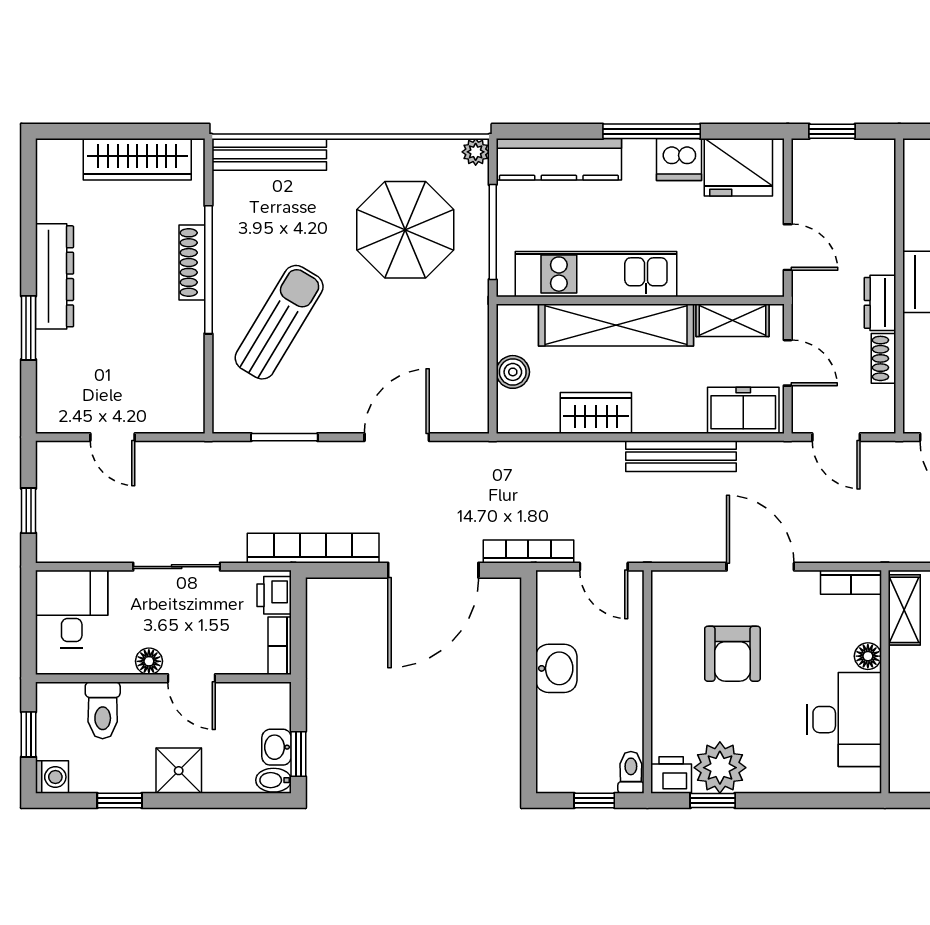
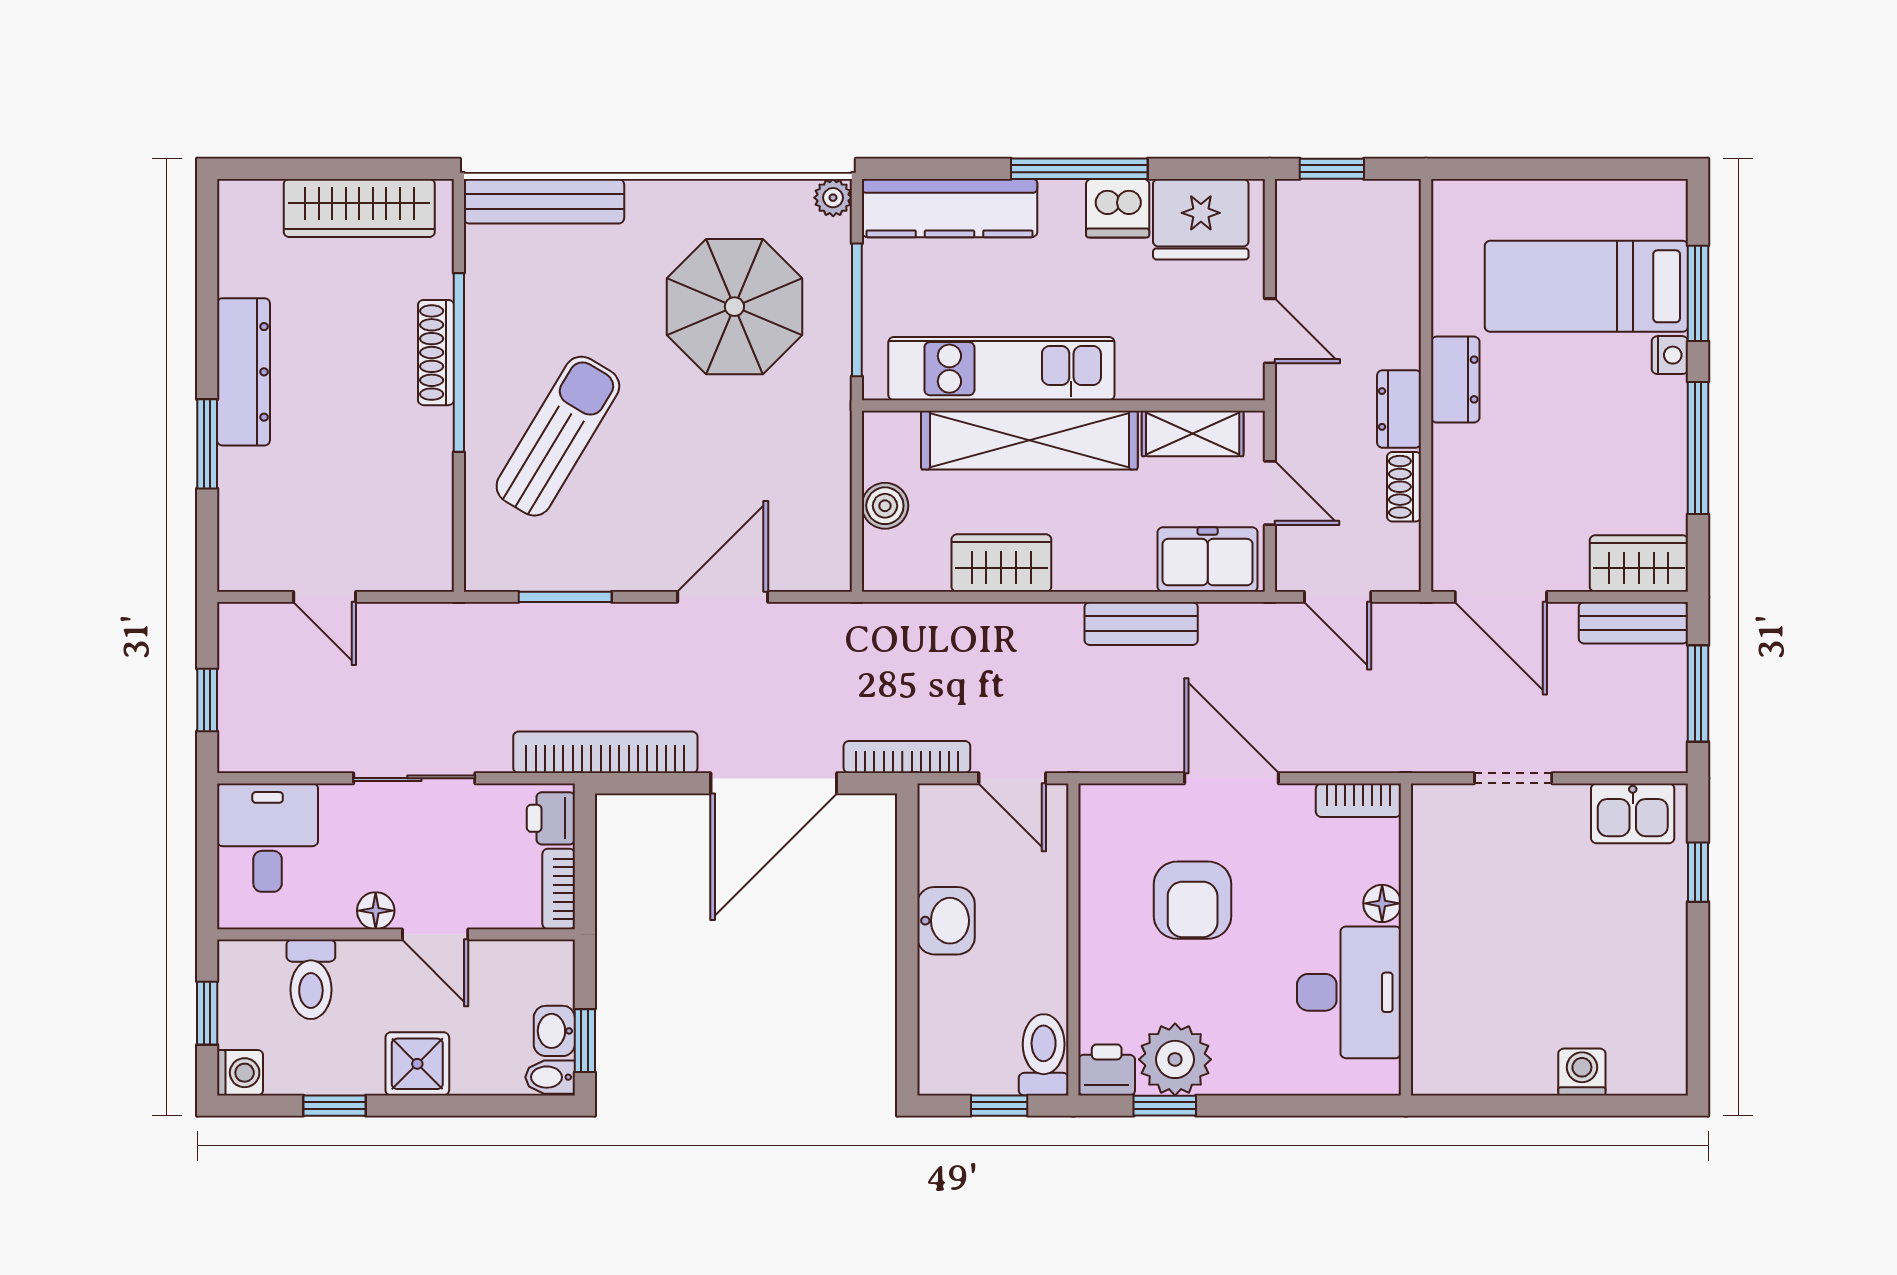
bench: (681, 456) -> (1141, 624), width x0.73
shelving: (904, 610) -> (1433, 839), removed
toilet: (631, 772) -> (1044, 1055), width x1.37, depth x1.39

